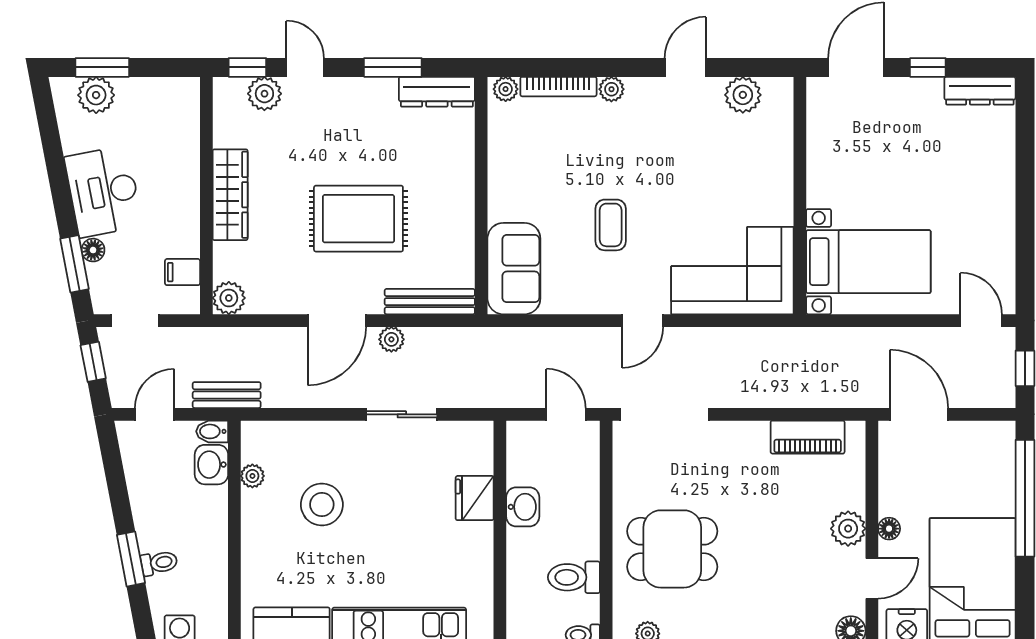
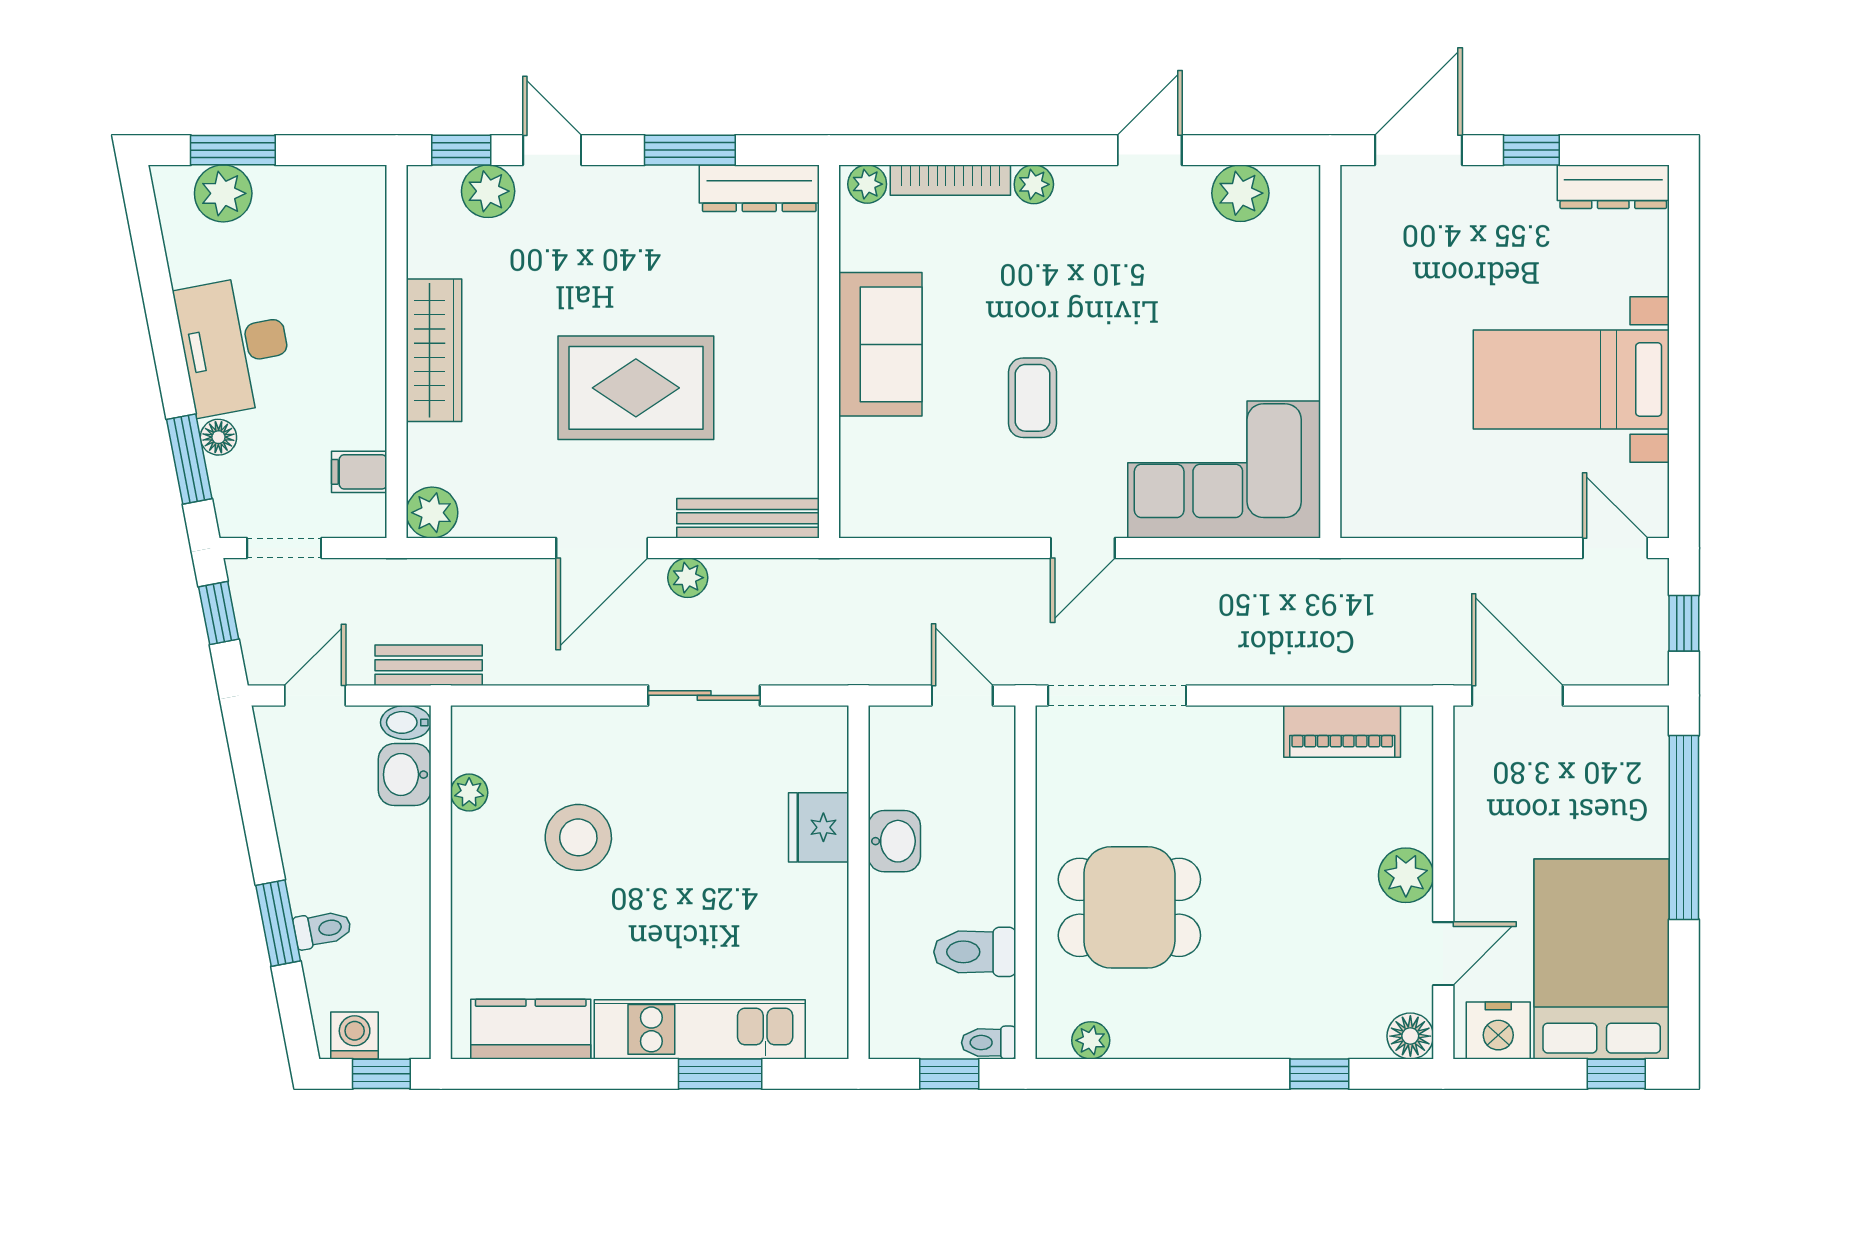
bed with nightstands: (868, 262) -> (1571, 380), moved, turned 180
sofa: (514, 269) -> (880, 344), moved
floor lamp: (889, 529) -> (1470, 875), removed

